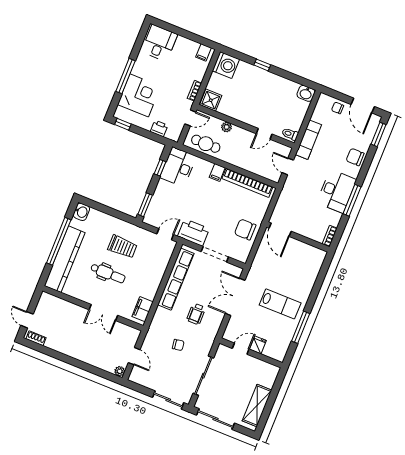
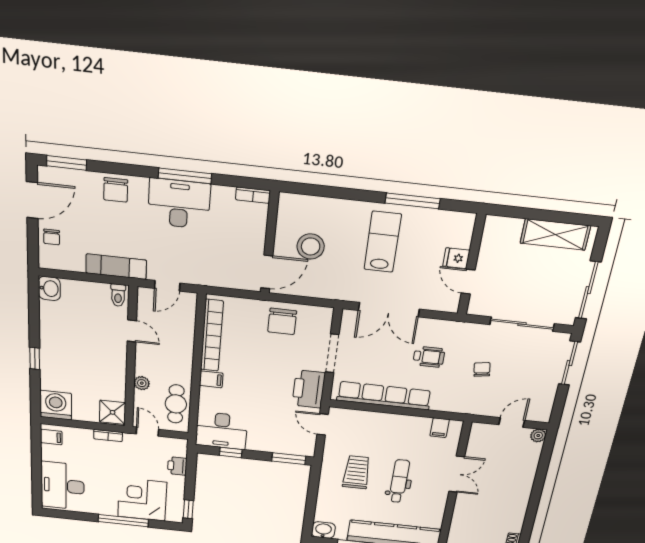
desk: (159, 43) -> (63, 486), width x1.37
stool: (289, 261) -> (311, 246), added
filing cabinet: (143, 309) -> (440, 428), width x0.50

